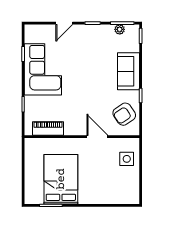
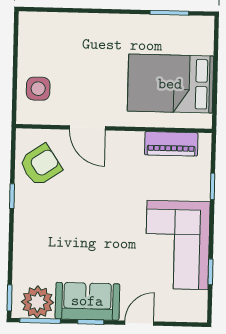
plant: (120, 29) -> (37, 302), width x1.87, depth x1.87
sofa: (129, 71) -> (87, 301), moved, turned -90
bed: (61, 179) -> (170, 84), moved, turned 90

